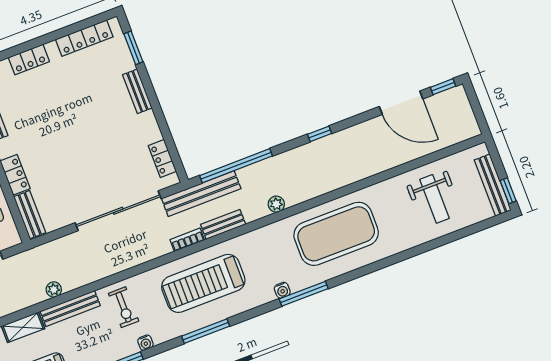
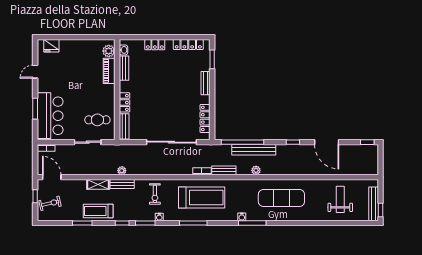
door: (401, 103) -> (327, 142), moved
locker: (162, 159) -> (205, 118), width x1.53
bench: (201, 194) -> (254, 150), moved
weight bench: (435, 199) -> (340, 199), turned 180
exercise mat: (336, 234) -> (281, 198), width x0.68
treadmill: (203, 283) -> (202, 197), turned 180
bench: (70, 309) -> (122, 184), width x0.73

